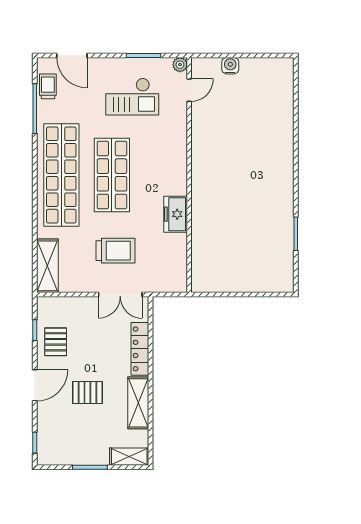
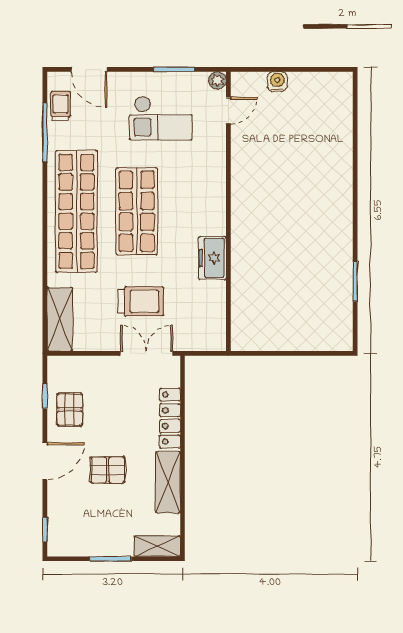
double door: (120, 294) -> (147, 353), swing flipped

